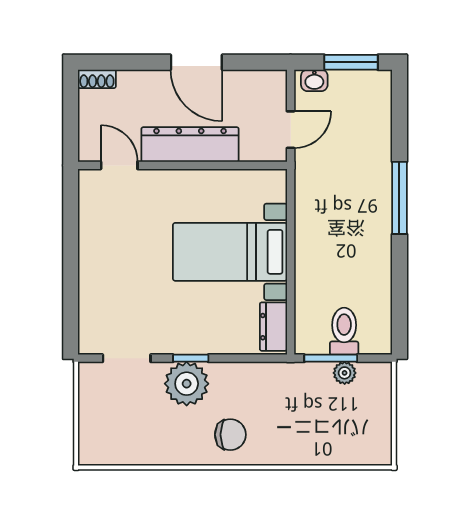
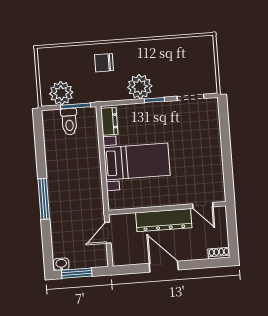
washbasin: (314, 80) -> (61, 264), moved
plant: (345, 373) -> (61, 93), width x1.87, depth x1.87
plant: (187, 384) -> (140, 87), moved
chair: (230, 435) -> (104, 63), moved

